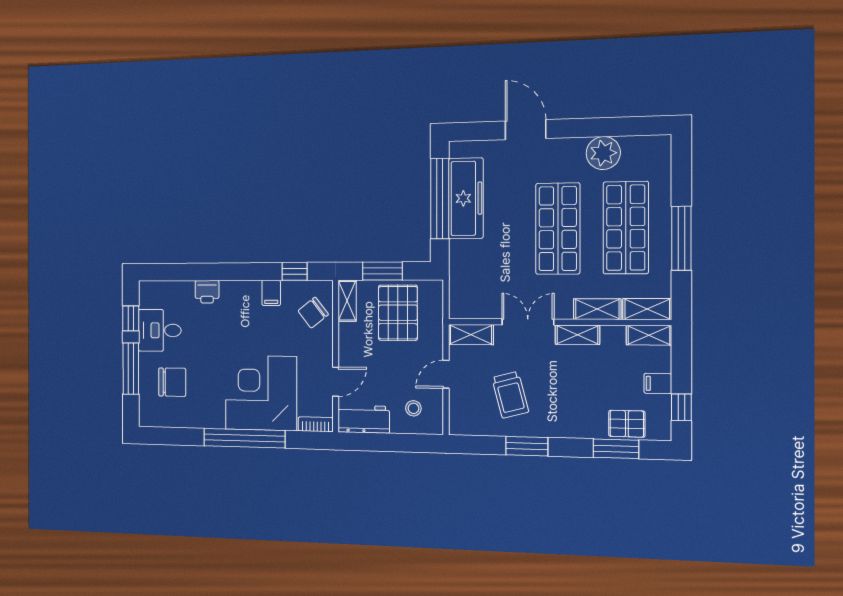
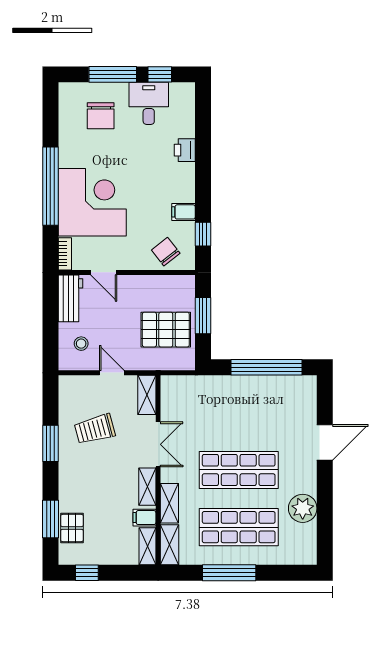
freezer: (466, 198) -> (266, 390), removed
shelving: (347, 301) -> (176, 283), removed
filing cabinet: (658, 383) -> (144, 518), moved, turned -90

